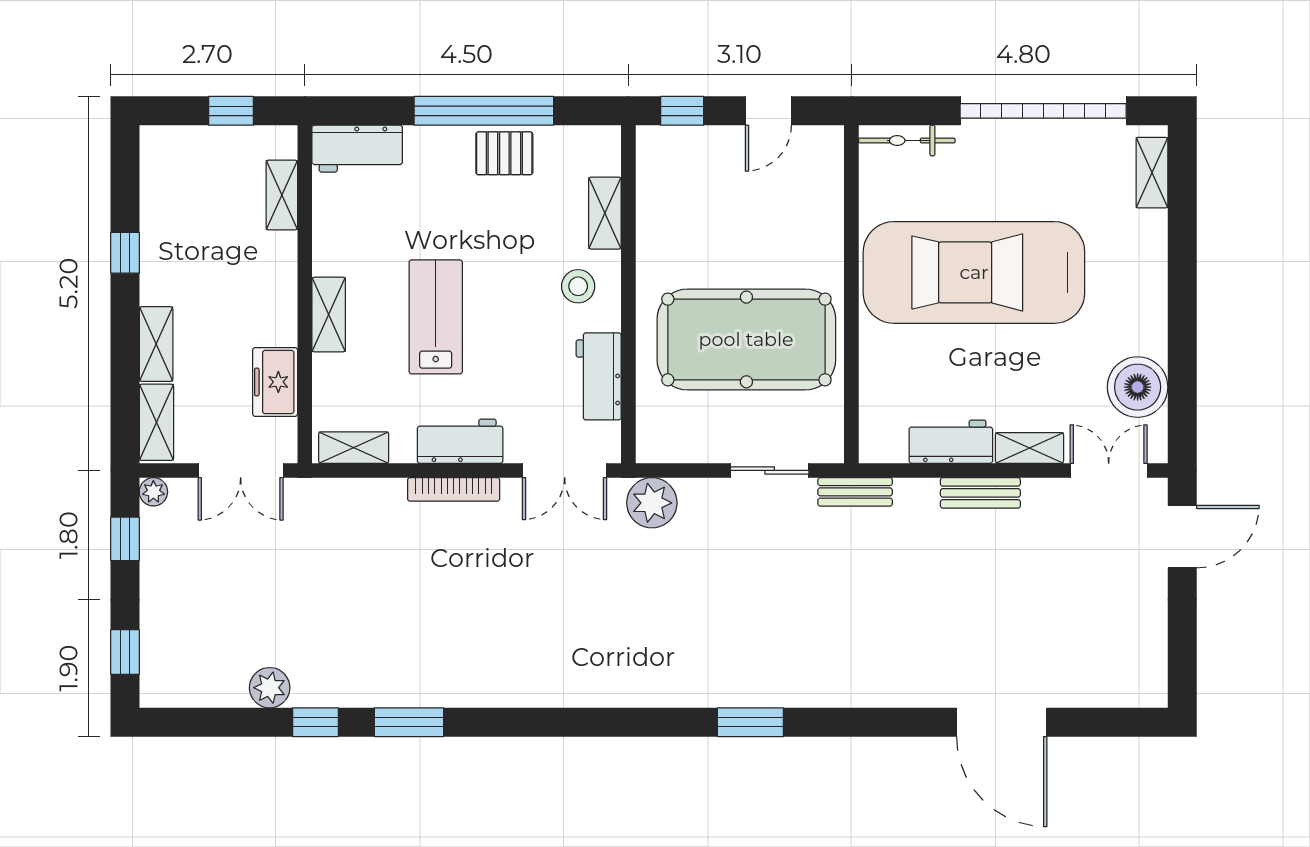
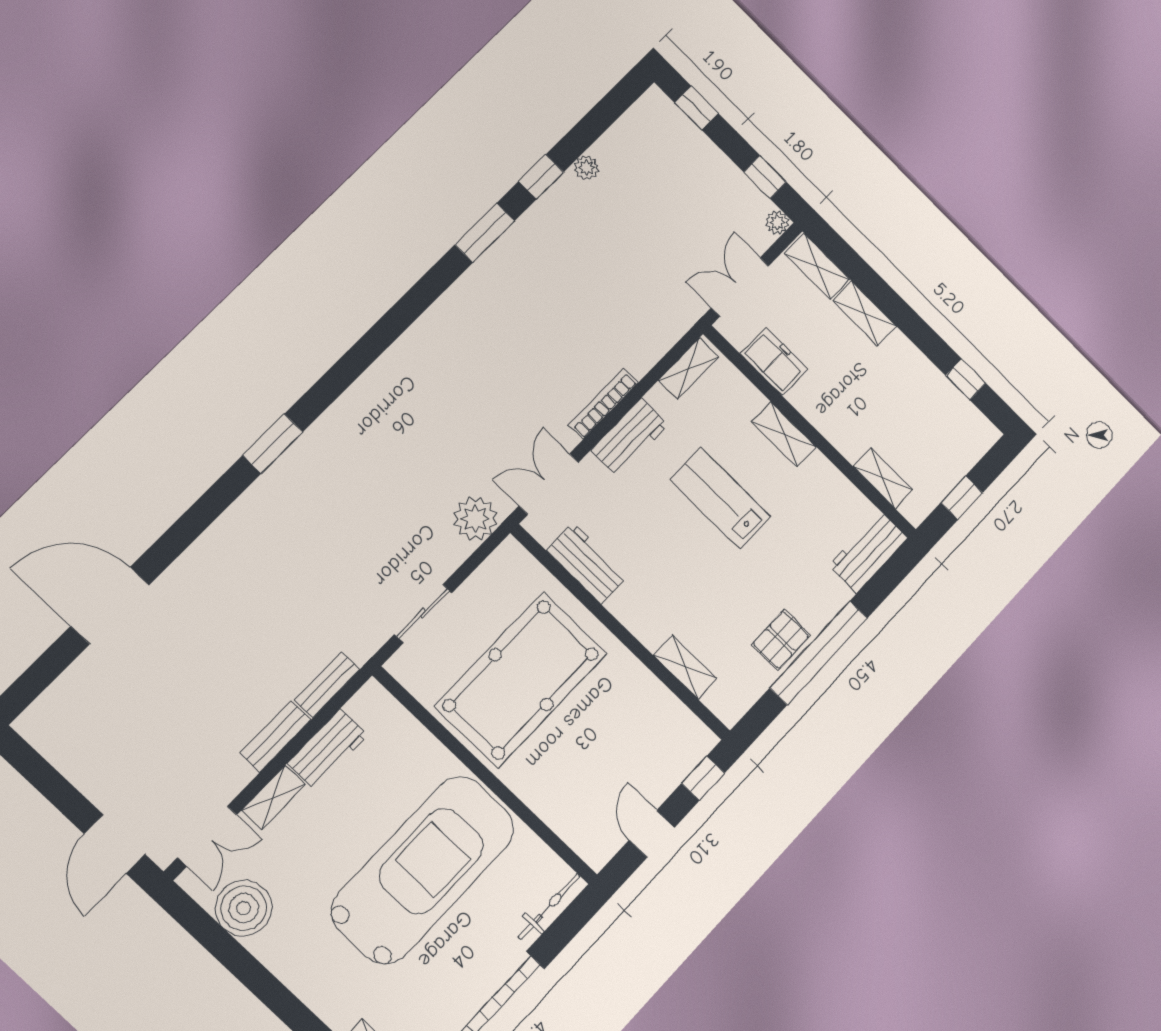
window: (125, 253) -> (966, 379), moved
stool: (578, 286) -> (656, 605), removed
lab bench: (436, 317) -> (721, 498), turned 180
bench: (855, 492) -> (327, 685), moved
plant: (270, 688) -> (586, 168), width x0.73, depth x0.73

